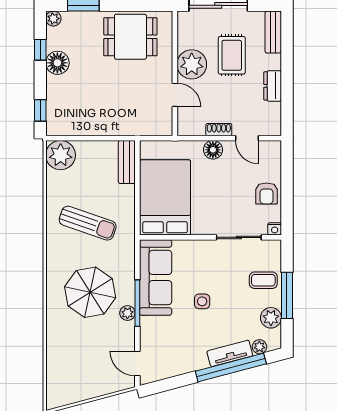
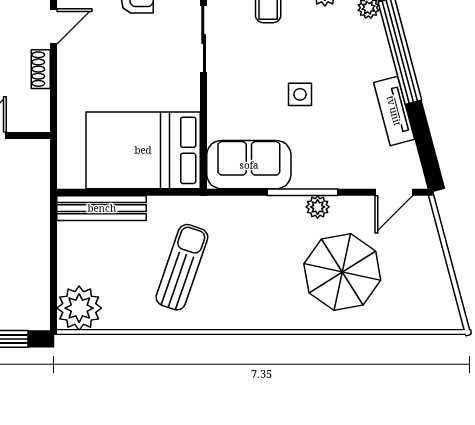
floor lamp: (213, 150) -> (71, 78), removed
bench: (127, 162) -> (102, 208), width x1.36
sofa: (156, 277) -> (249, 165), width x0.73
parasol: (90, 292) -> (342, 272), moved
tv unit: (230, 353) -> (394, 111), moved

